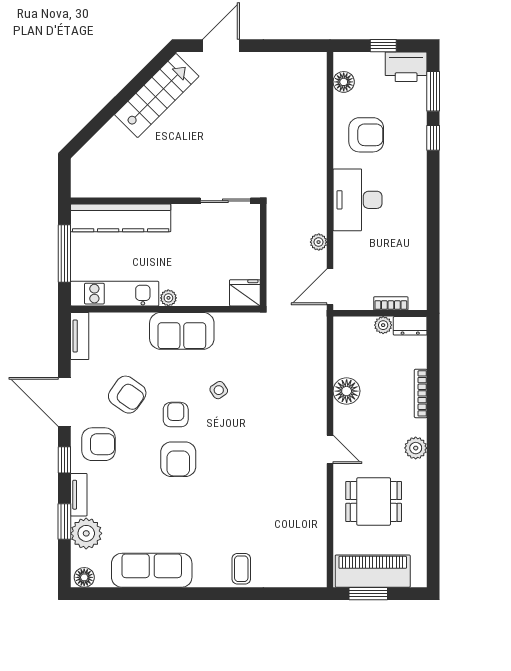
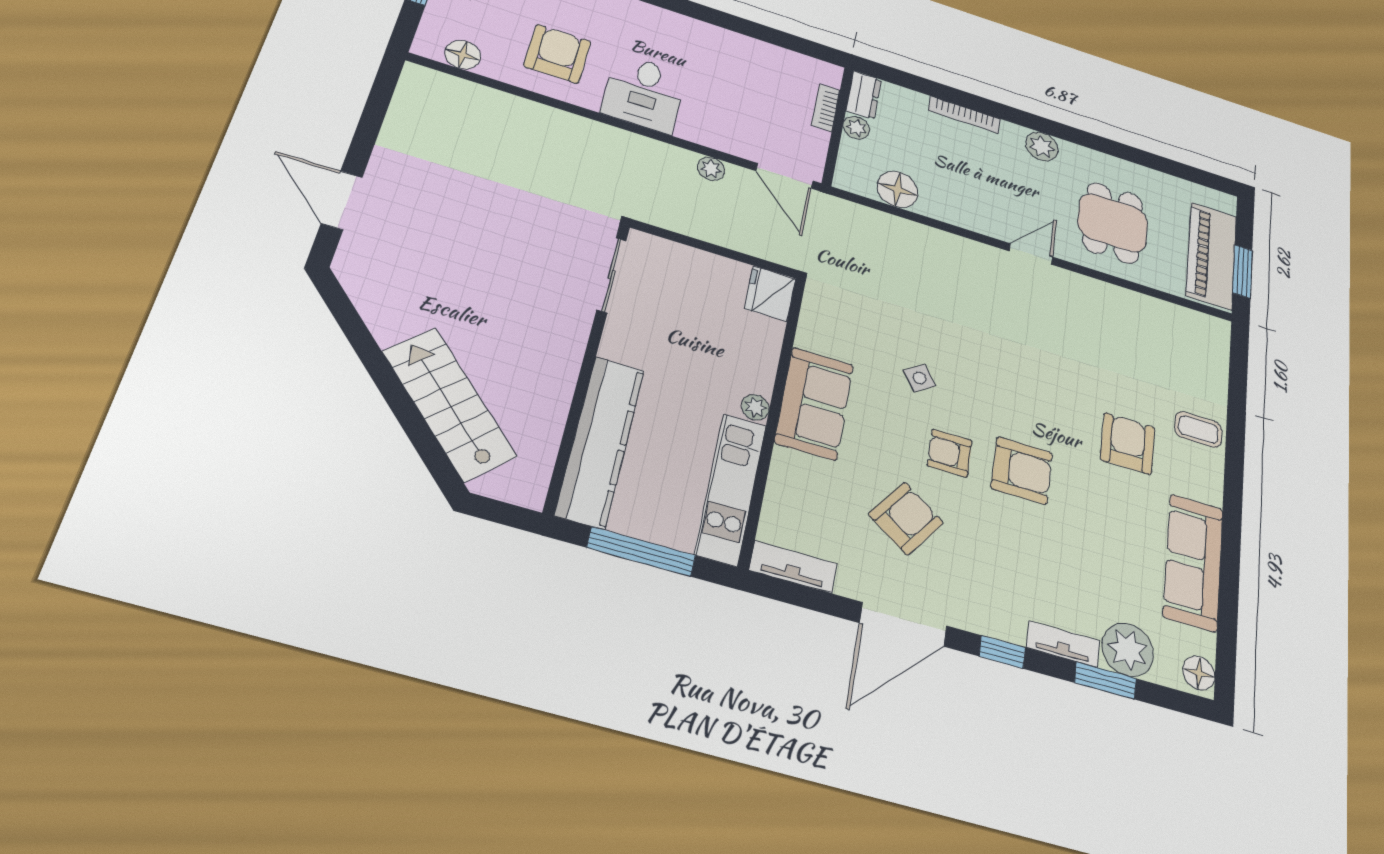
stairs: (157, 95) -> (449, 404), moved
desk: (358, 200) -> (644, 93), width x0.73
floor lamp: (347, 391) -> (897, 189), moved
armchair: (98, 444) -> (1128, 444), moved

